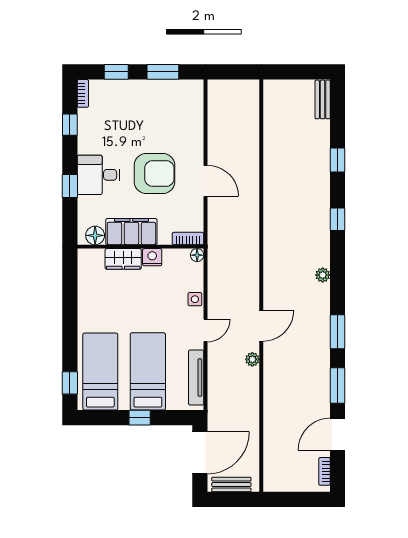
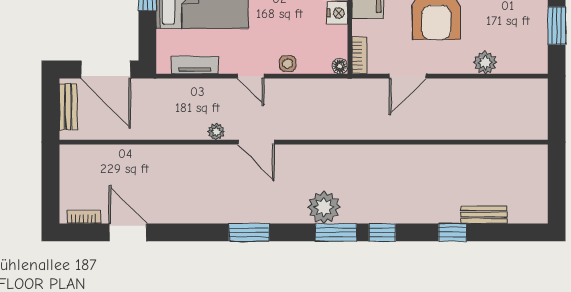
bench: (323, 99) -> (484, 215), moved
plant: (194, 132) -> (485, 62), added
door: (206, 181) -> (408, 76), moved
plant: (323, 275) -> (324, 207), width x1.88, depth x1.88
tv unit: (196, 378) -> (195, 65), width x0.71
window: (337, 385) -> (336, 232), moved

